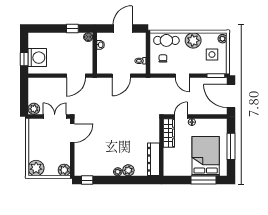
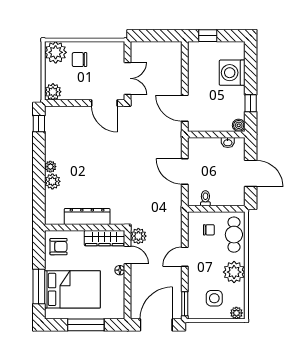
washing machine: (37, 58) -> (232, 73), moved, turned 90
plant: (34, 109) -> (138, 236), moved
chair: (41, 151) -> (80, 60), added
dresser: (153, 159) -> (87, 216), moved
armchair: (175, 166) -> (59, 247), added

